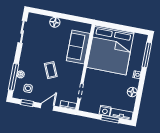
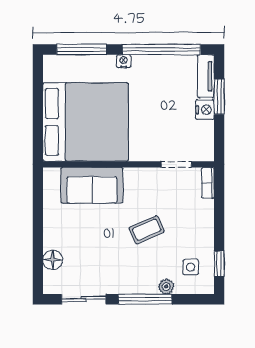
floor lamp: (55, 22) -> (53, 260), moved
window: (14, 77) -> (145, 299), moved
floor lamp: (132, 92) -> (159, 64), removed
window: (139, 95) -> (162, 49), added
door: (47, 107) -> (219, 223), removed

